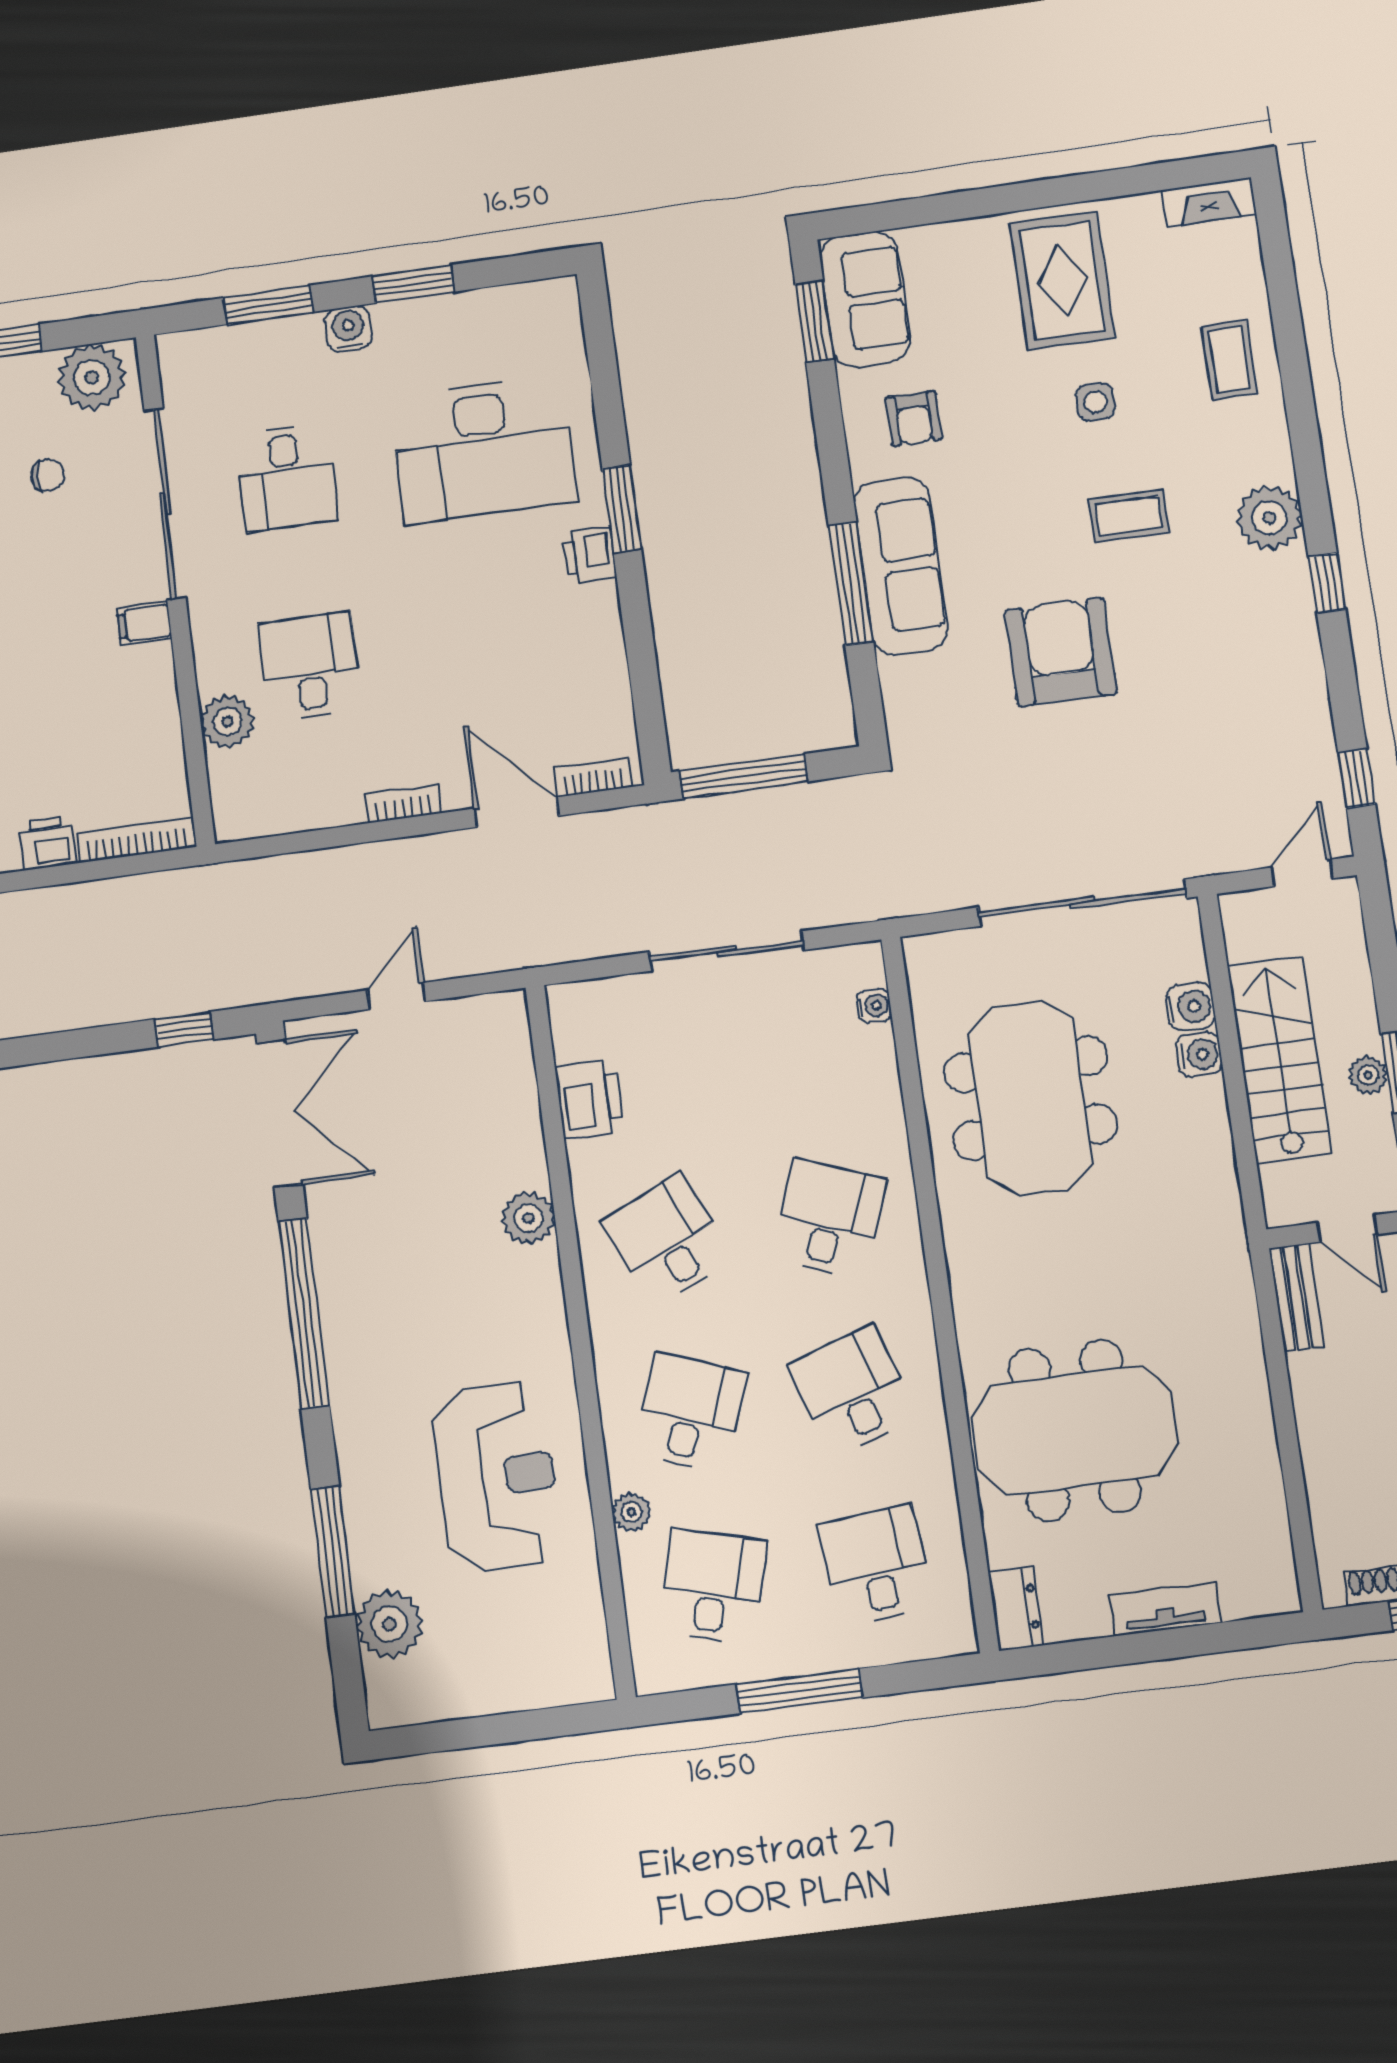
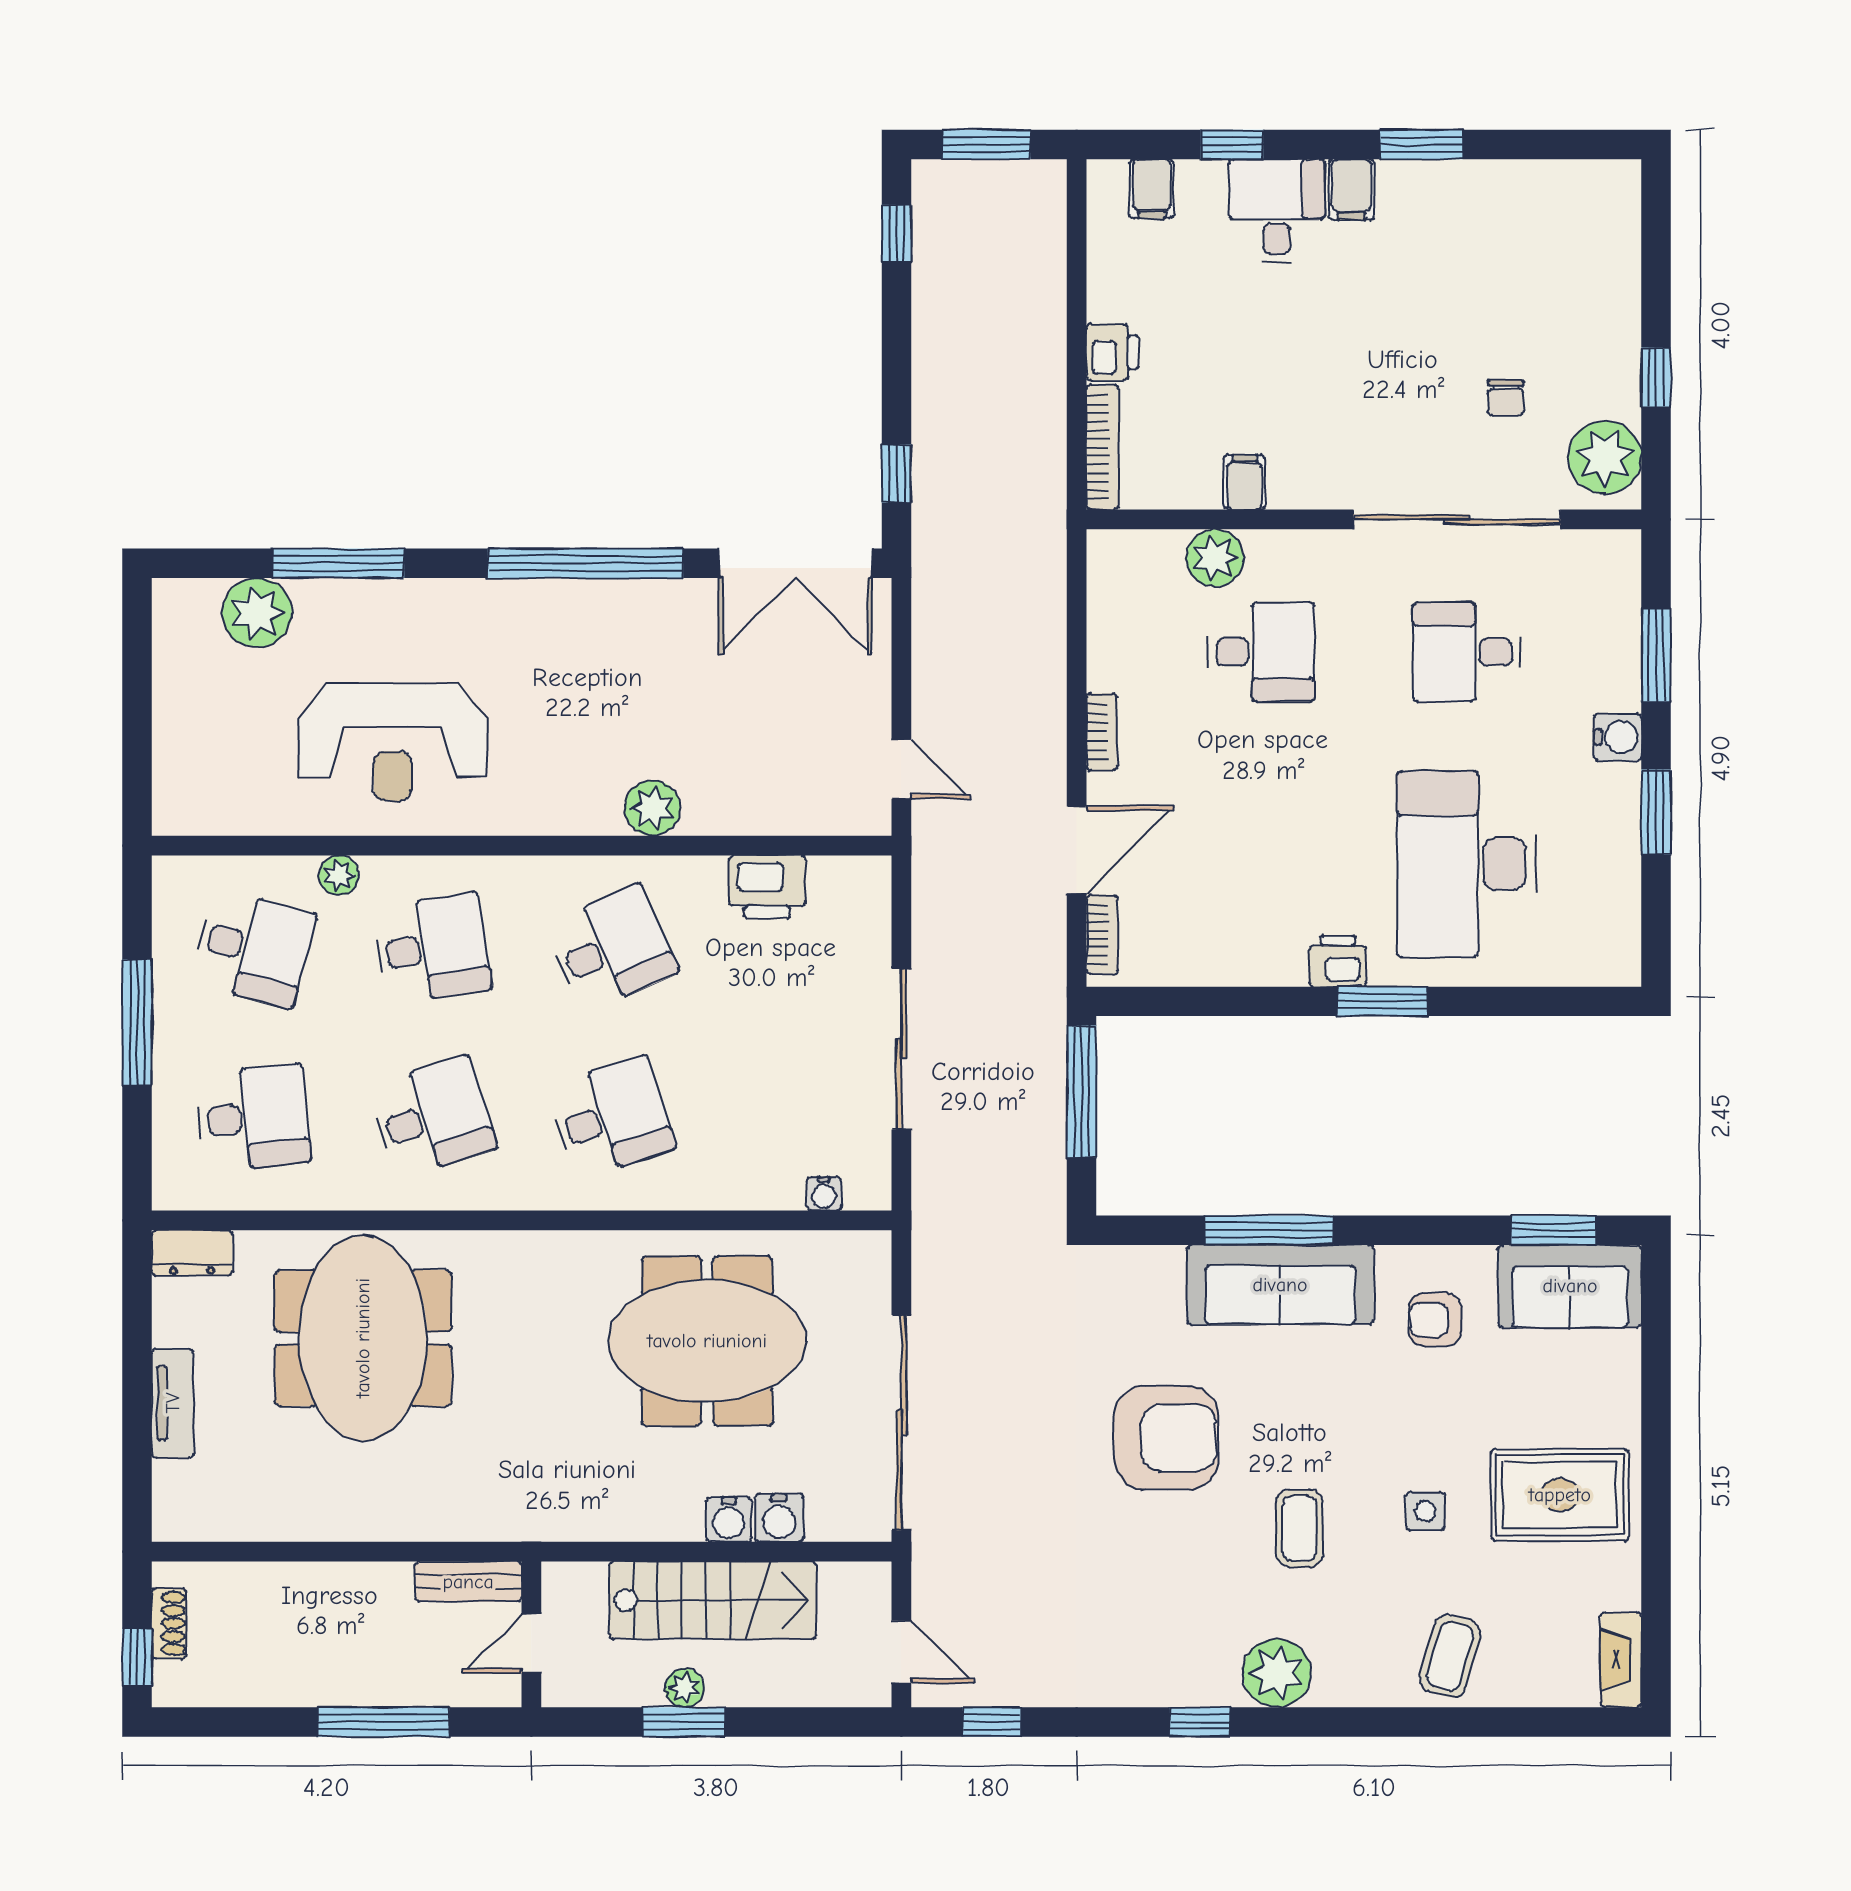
coffee table: (1229, 360) -> (1450, 1656), turned -74
filing cabinet: (144, 623) -> (1244, 482), moved
door: (397, 996) -> (901, 769), moved
desk: (829, 1219) -> (611, 1118), turned -39
desk: (690, 1412) -> (432, 949), turned -30

